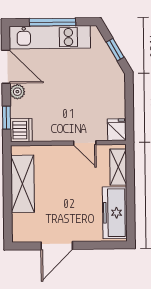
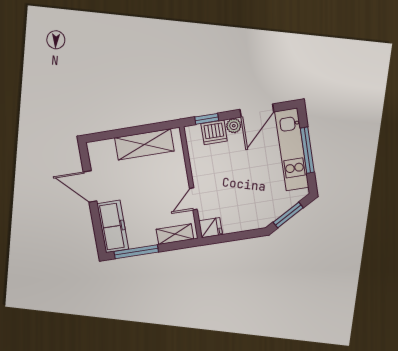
window: (115, 50) -> (288, 215), width x1.50
dishwasher: (21, 130) -> (214, 132), moved
window: (131, 210) -> (136, 252), added
freezer: (115, 213) -> (113, 226), moved, turned 90

